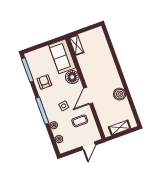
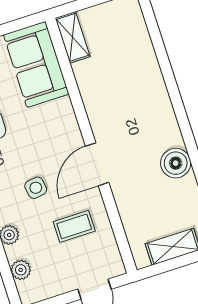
floor lamp: (72, 77) -> (59, 117), removed

